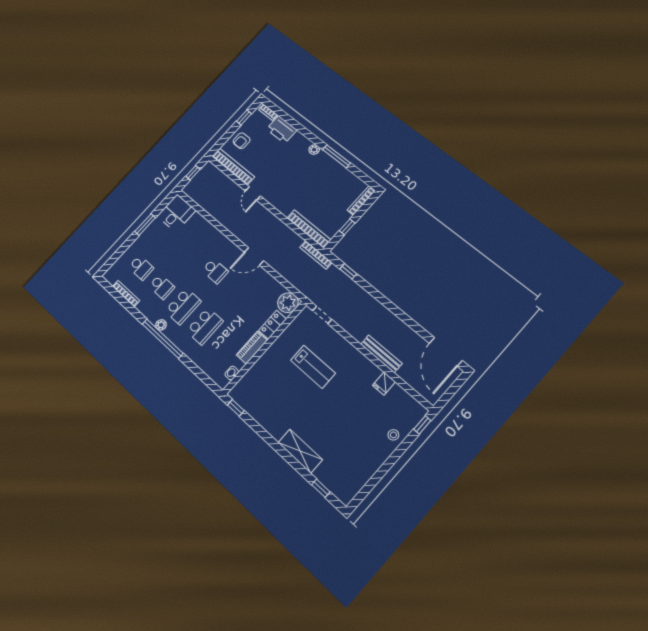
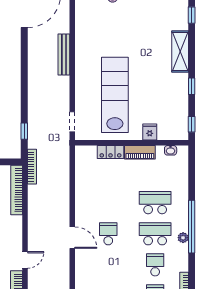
door: (254, 256) -> (72, 238), moved
plant: (288, 303) -> (85, 155), removed
lab bench: (313, 367) -> (115, 95), width x1.86, depth x1.39
fridge: (384, 384) -> (150, 132), moved, turned -90
window: (265, 435) -> (192, 86), added

